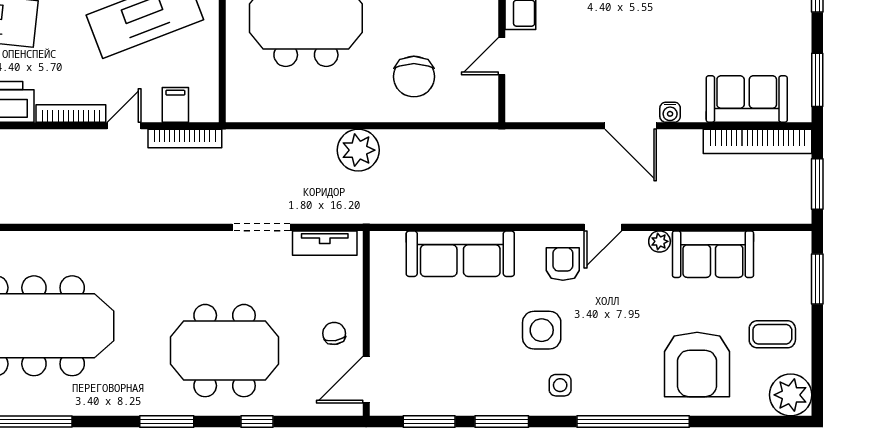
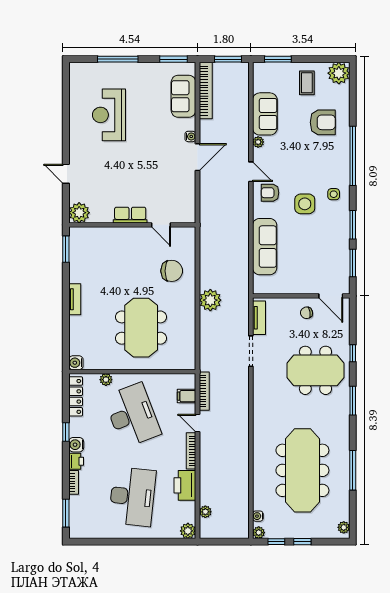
meeting table: (225, 351) -> (315, 370), turned 90
armchair: (697, 364) -> (323, 122), width x0.73, depth x0.73

